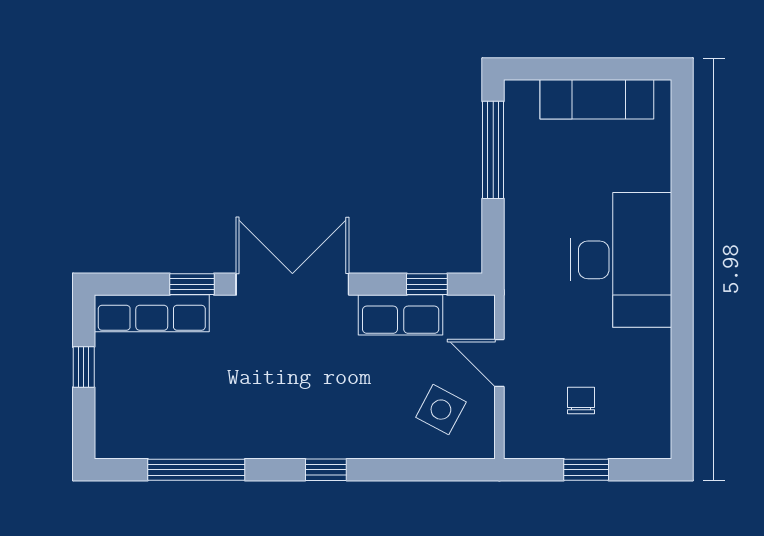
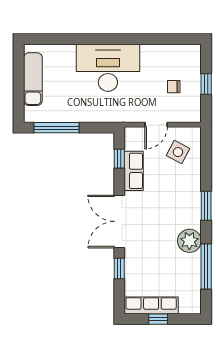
row of seats: (152, 313) -> (151, 306), moved, turned -90
plant: (251, 434) -> (189, 241), added
window: (326, 470) -> (206, 206), width x1.50

